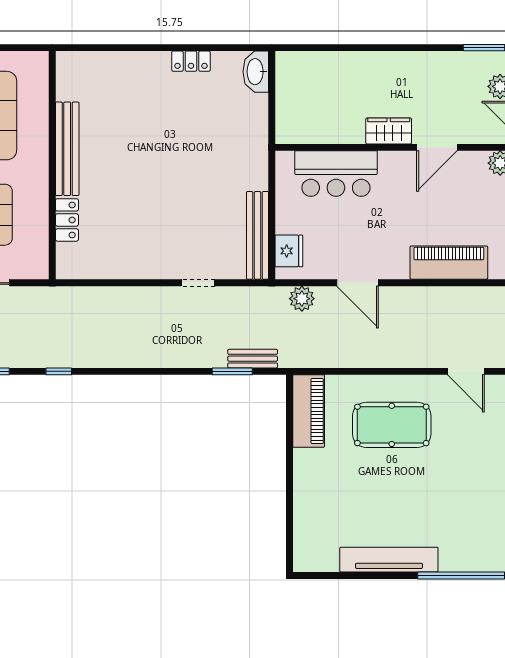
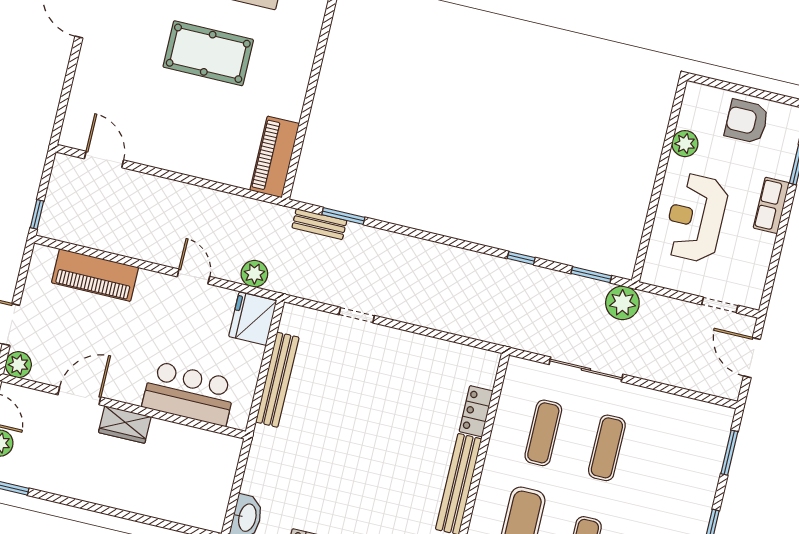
bench: (257, 235) -> (277, 380), moved
fridge: (289, 251) -> (253, 319), width x1.36, depth x1.34
door: (358, 283) -> (193, 277), width x0.73
pool table: (392, 425) -> (208, 53), moved

